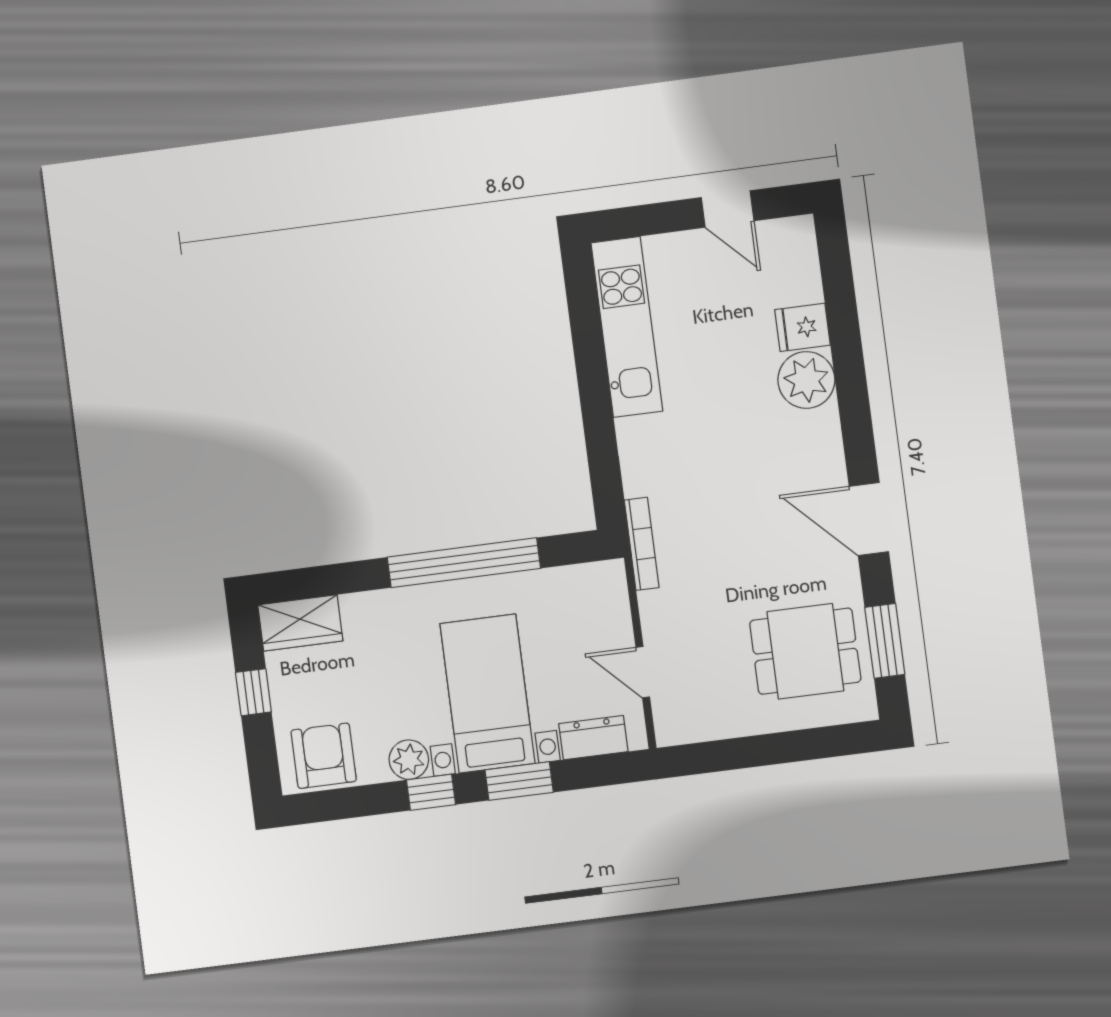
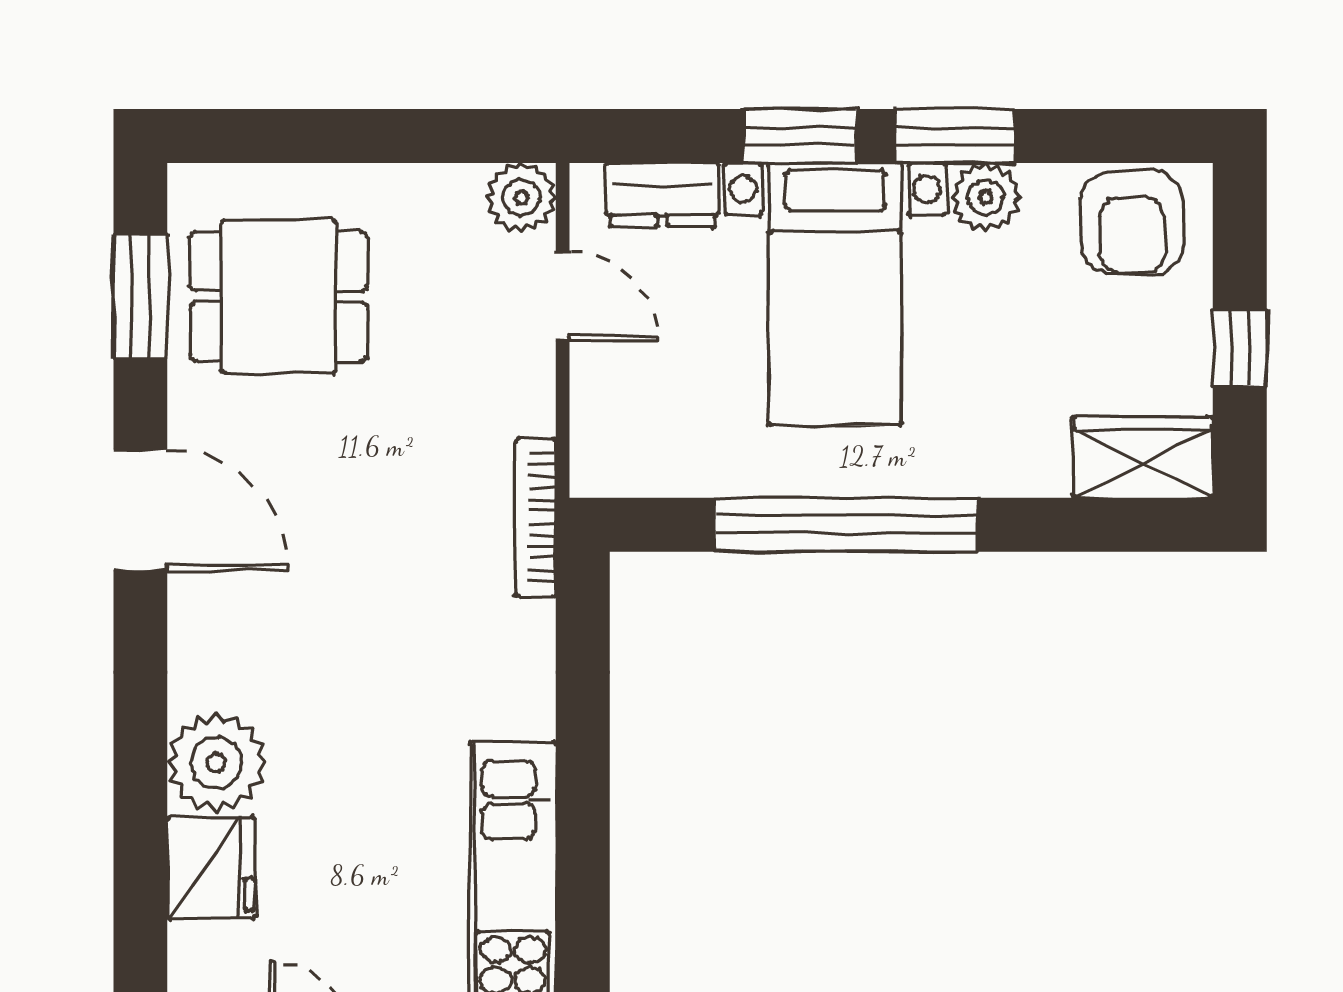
fridge: (803, 327) -> (211, 868), width x1.38
plant: (674, 726) -> (521, 198), added
window: (431, 792) -> (955, 136), width x1.50

